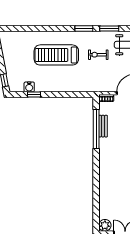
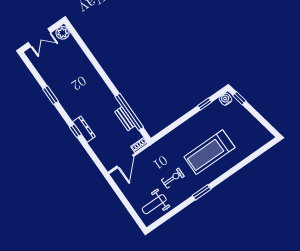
window: (109, 28) -> (179, 208), removed
treadmill: (56, 55) -> (209, 152), turned 180
water cooler: (29, 87) -> (226, 99), moved

